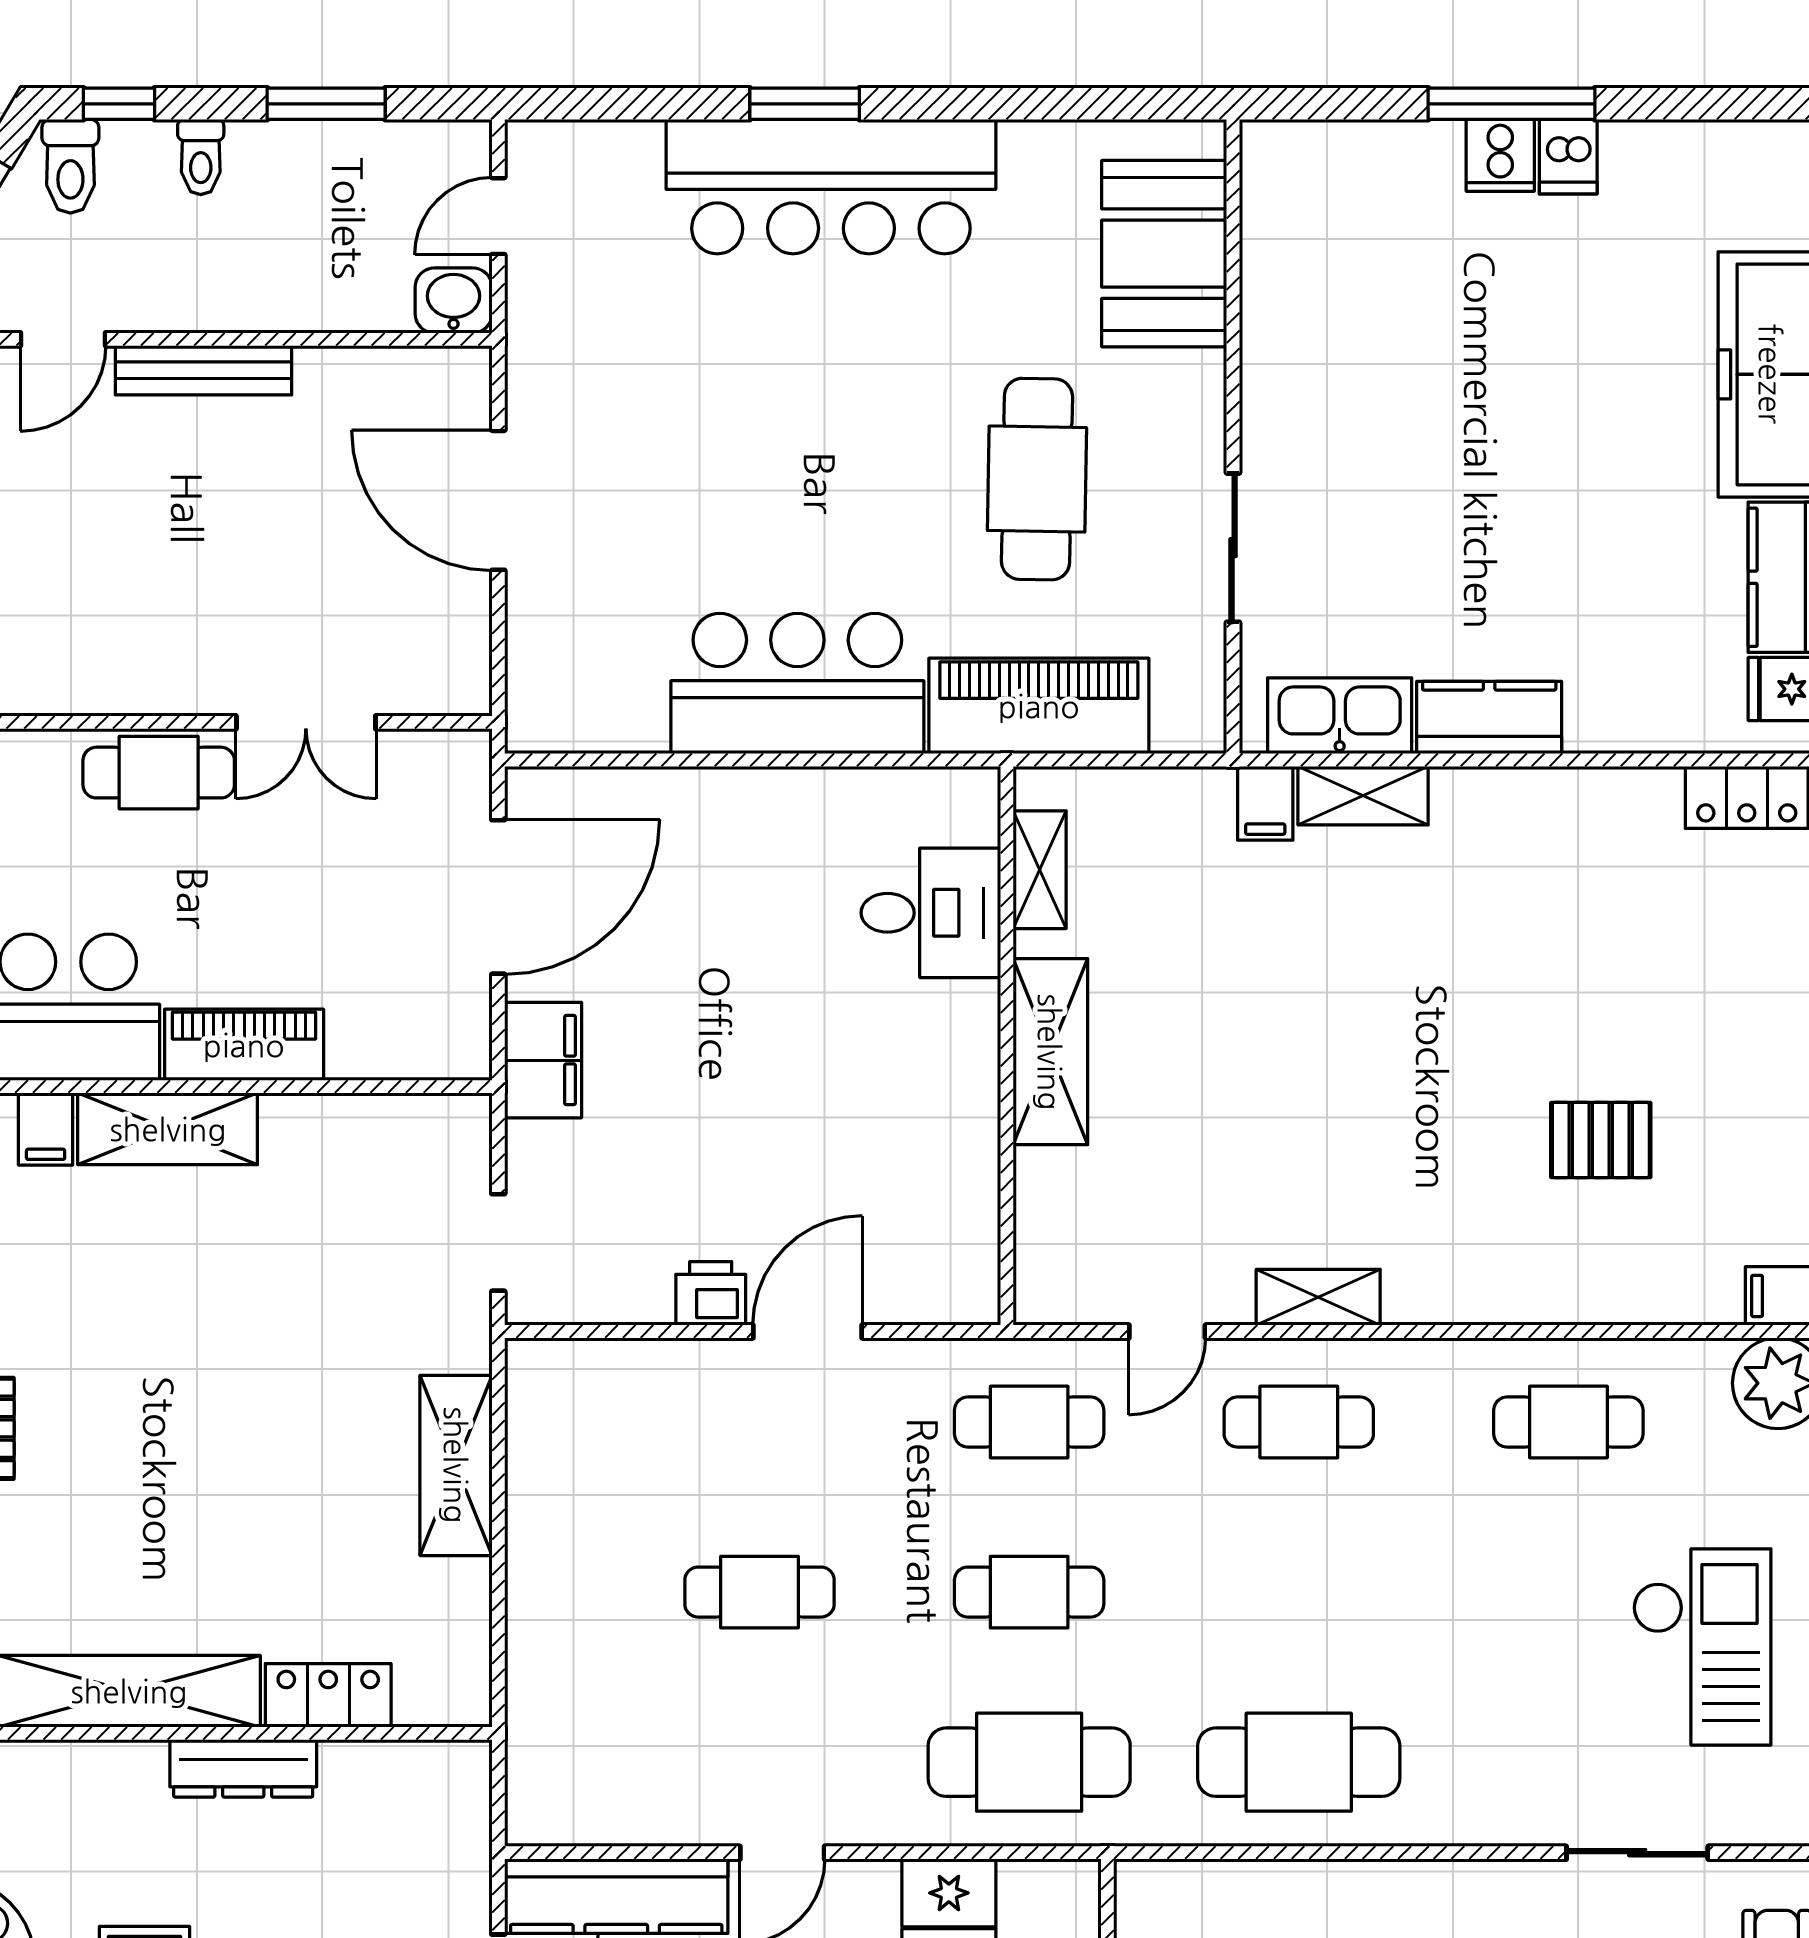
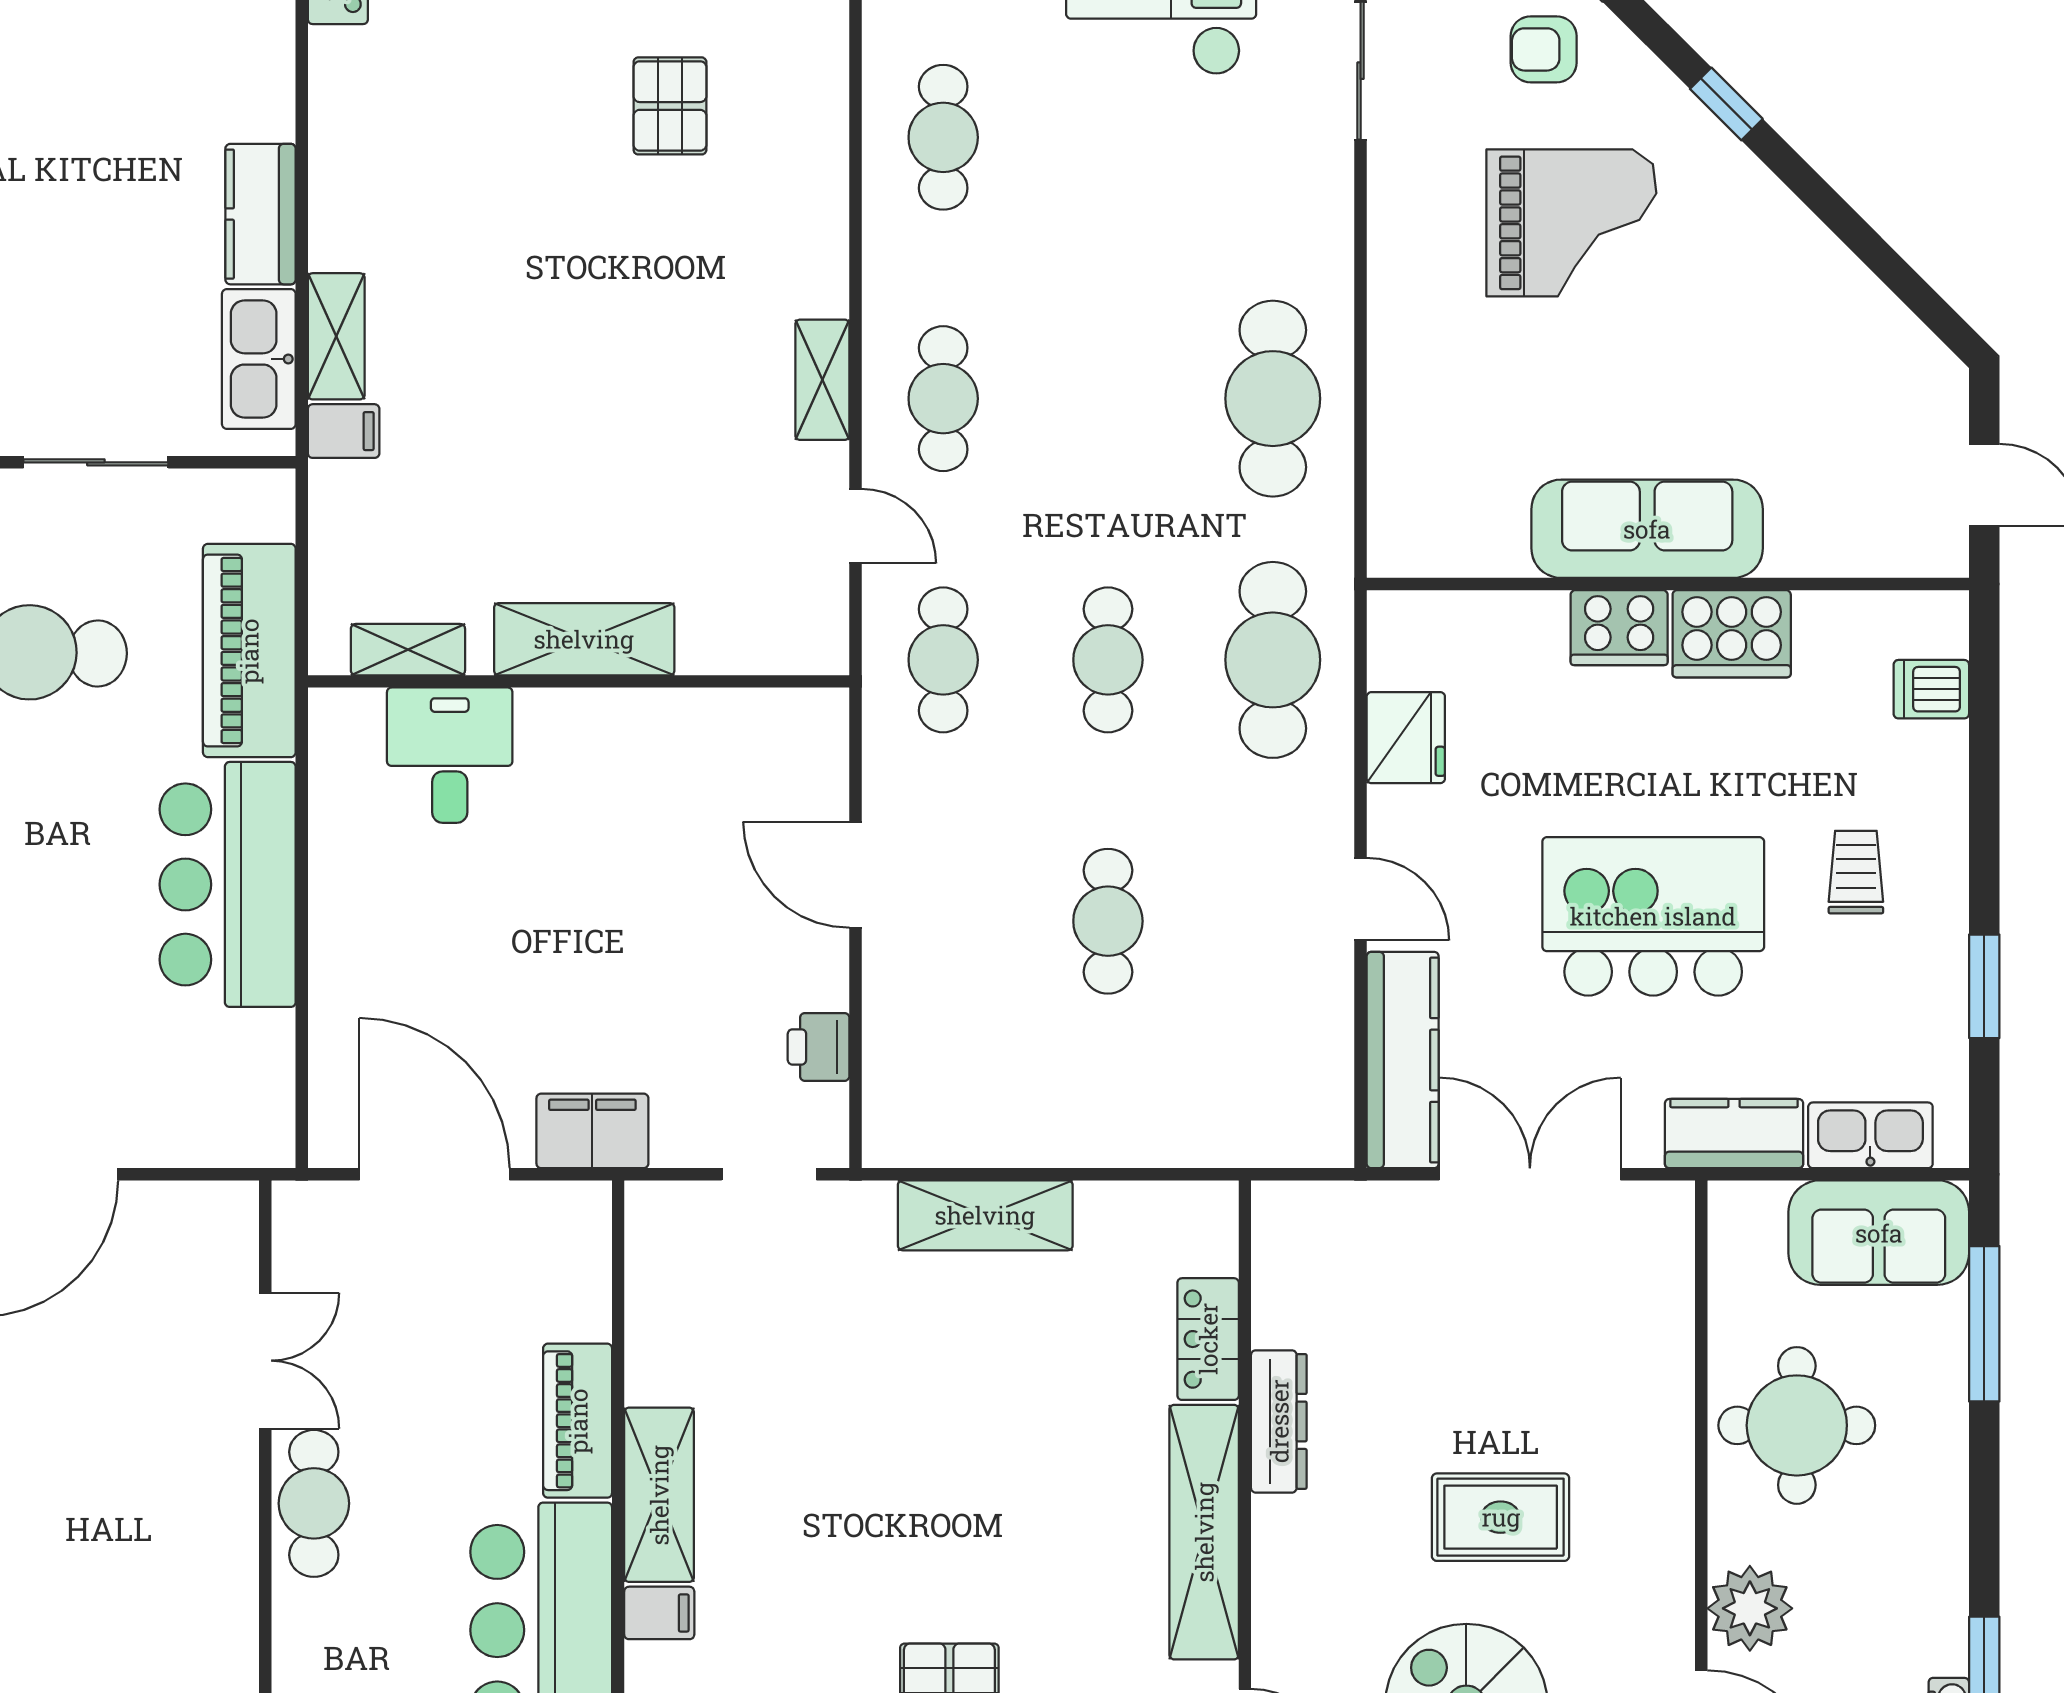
printer: (711, 1293) -> (819, 1047), moved

